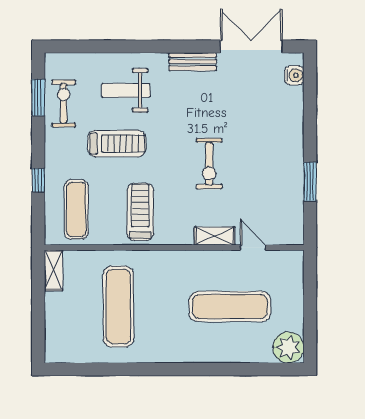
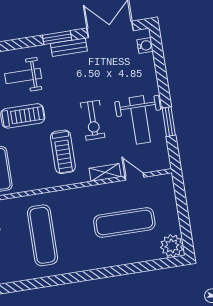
window: (179, 46) -> (57, 38), added
weight bench: (272, 173) -> (140, 120), added
treadmill: (140, 212) -> (63, 152), moved, turned 180

